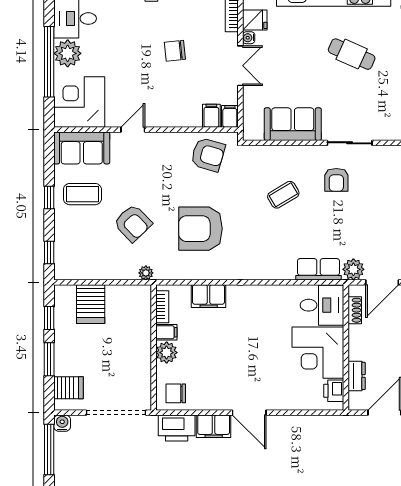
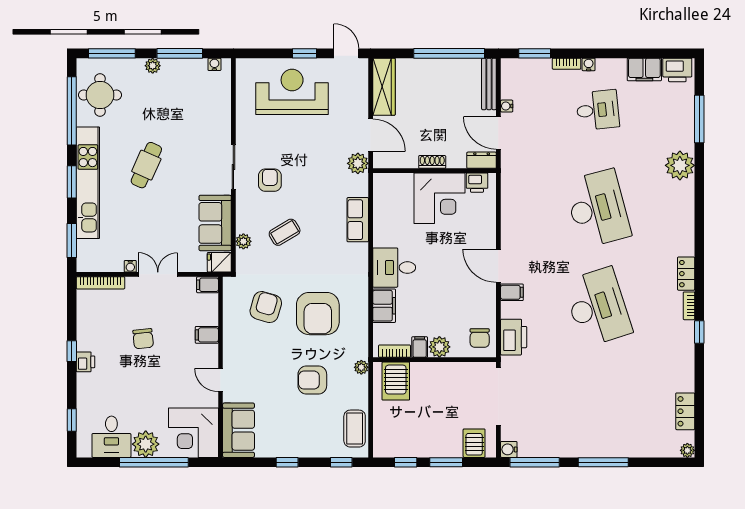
fridge: (255, 20) -> (219, 262), moved, turned -90
filing cabinet: (211, 116) -> (207, 335), moved
plant: (274, 153) -> (243, 241), added
armchair: (208, 155) -> (266, 307), moved
armchair: (336, 180) -> (270, 180), turned -90
coffee table: (82, 194) -> (355, 429), moved
coffee table: (283, 195) -> (285, 232), turned 90
armchair: (133, 223) -> (312, 380), turned -136
row of seats: (318, 269) -> (358, 220), moved
server rack: (91, 304) -> (396, 381), moved, turned 90
desk: (322, 305) -> (394, 268), moved, turned -90
shoe rack: (355, 310) -> (432, 162), moved
dresser: (357, 376) -> (482, 160), moved
door: (249, 413) -> (498, 266), swing flipped
filing cabinet: (214, 426) -> (512, 292), width x0.50

